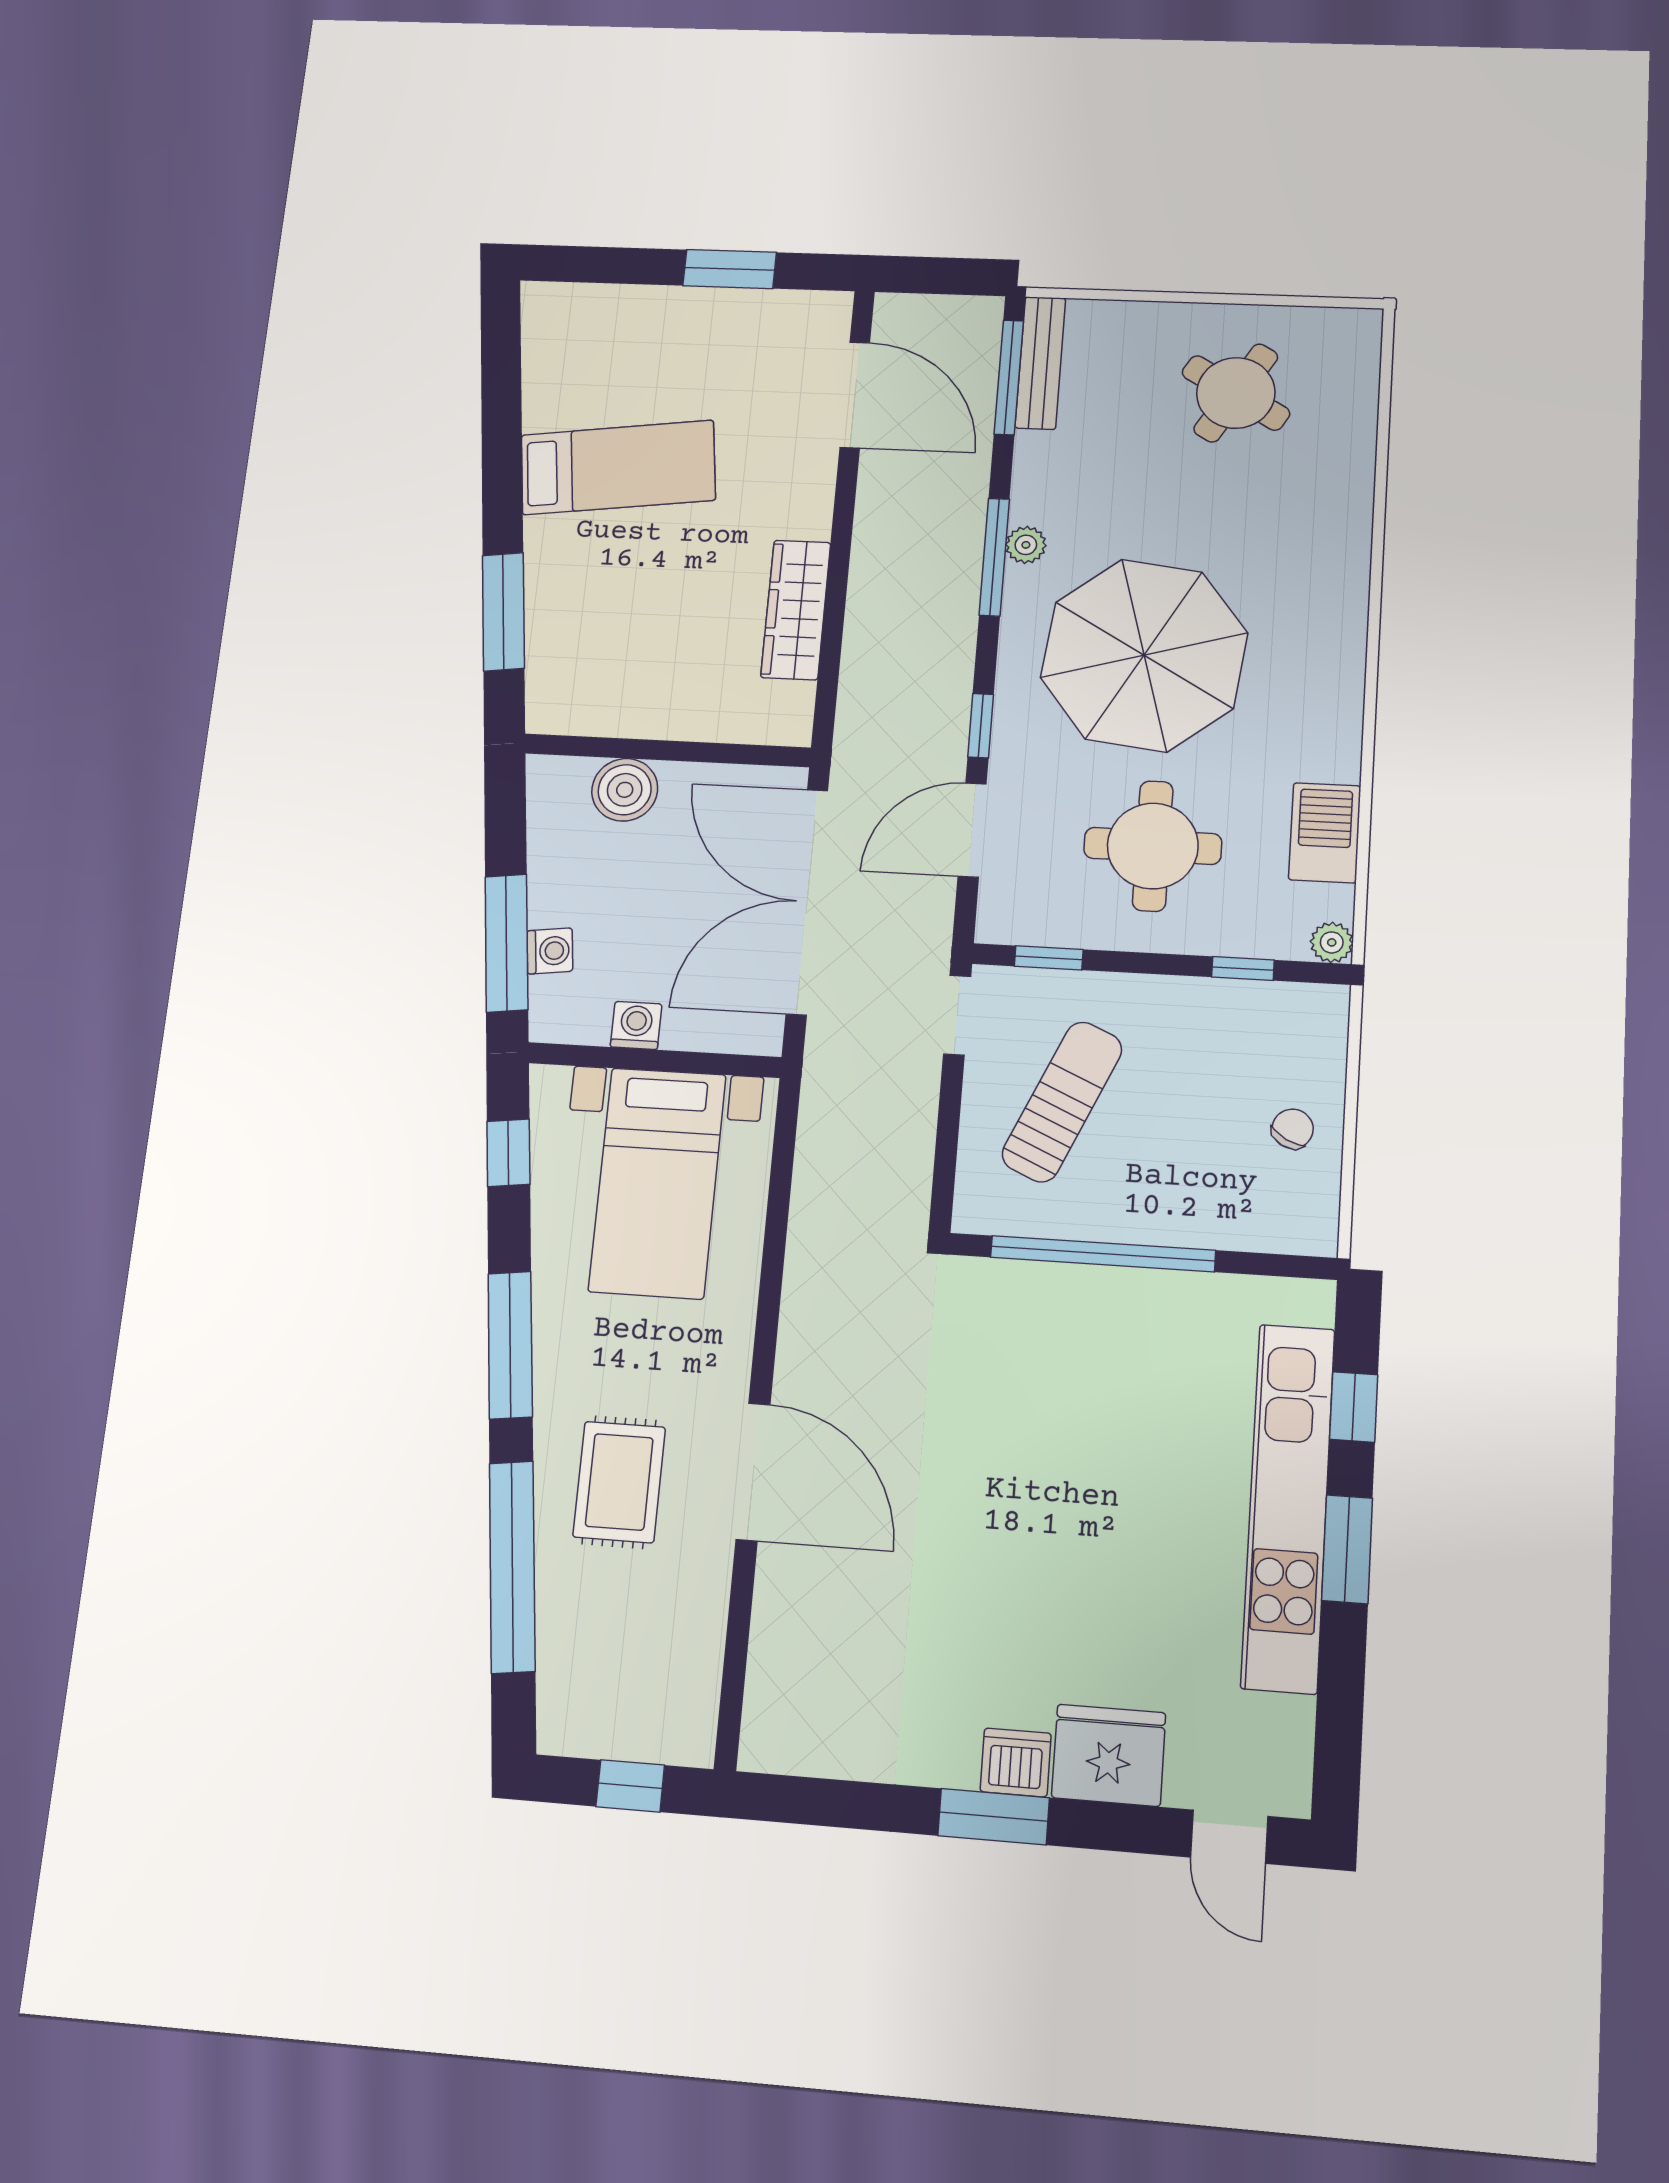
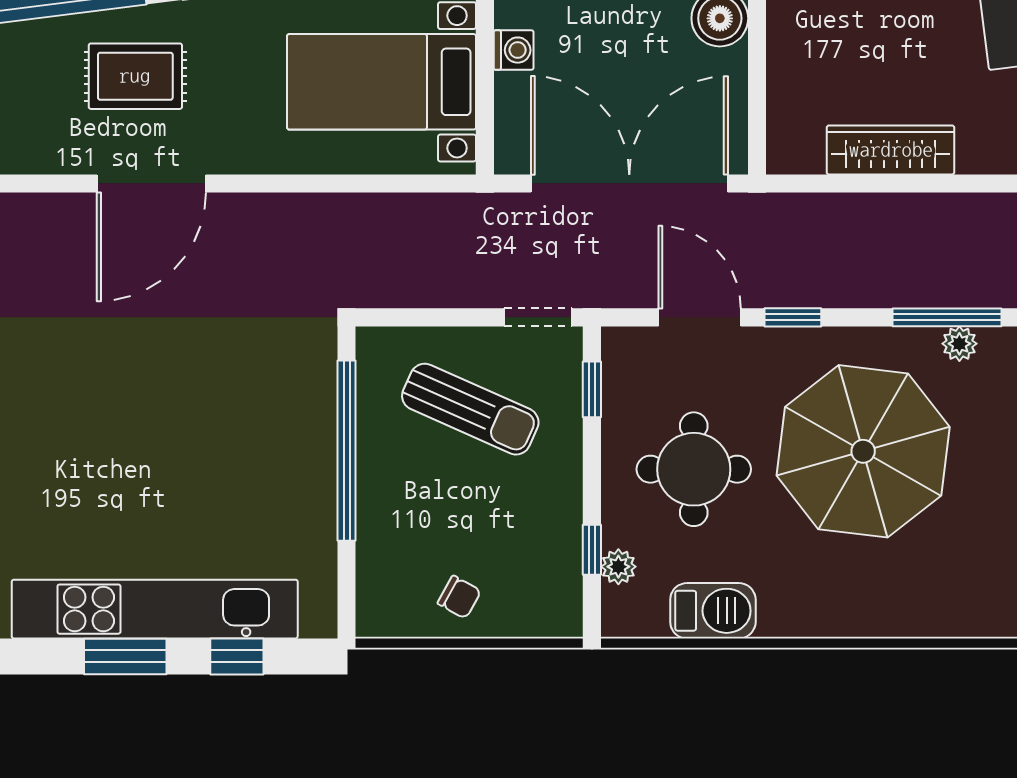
plant: (1332, 942) -> (618, 567), moved

